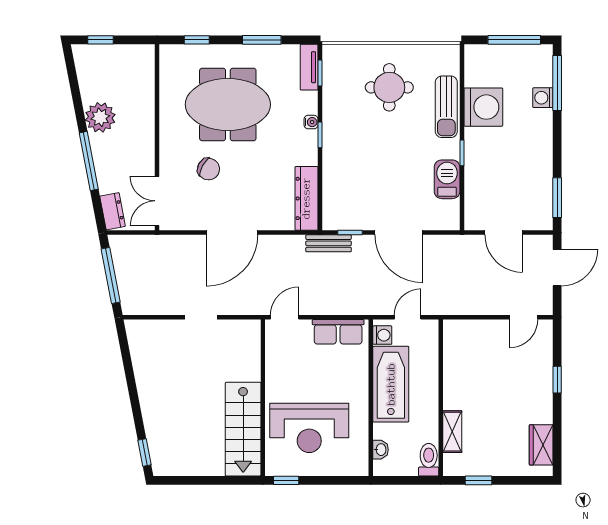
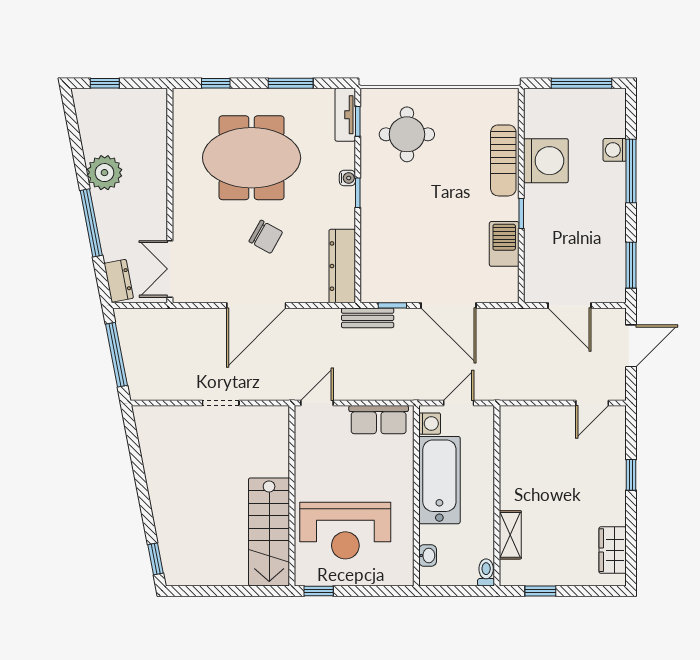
window: (557, 83) -> (631, 171), moved
round table: (389, 87) -> (407, 134), moved
chair: (208, 169) -> (266, 237), moved
toilet: (429, 460) -> (486, 572), width x0.73, depth x0.72

